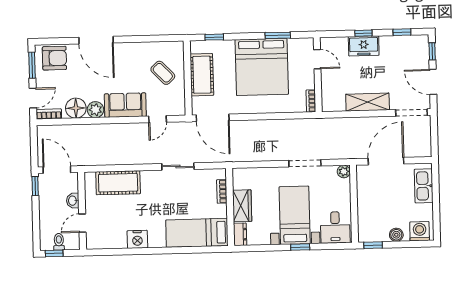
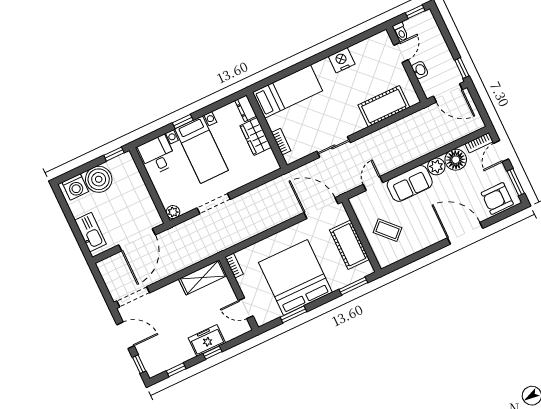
window: (214, 37) -> (353, 286), width x1.50
shelving: (368, 102) -> (203, 277), moved
boiler: (396, 235) -> (99, 179), width x1.86, depth x1.86
toilet: (59, 242) -> (401, 32), moved

